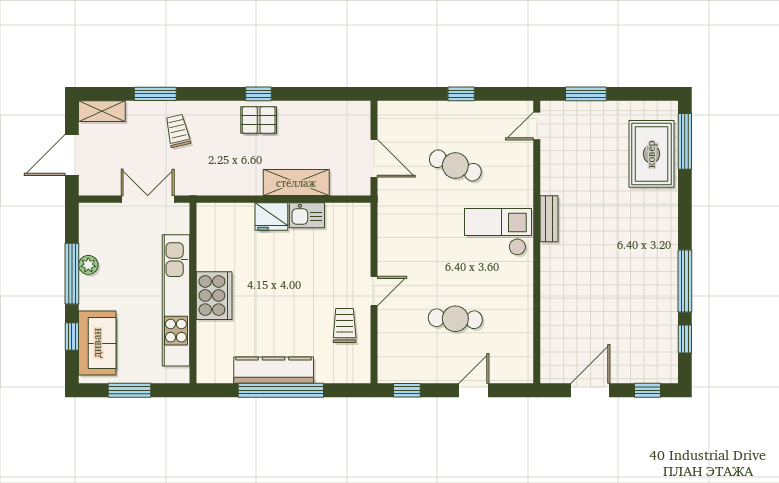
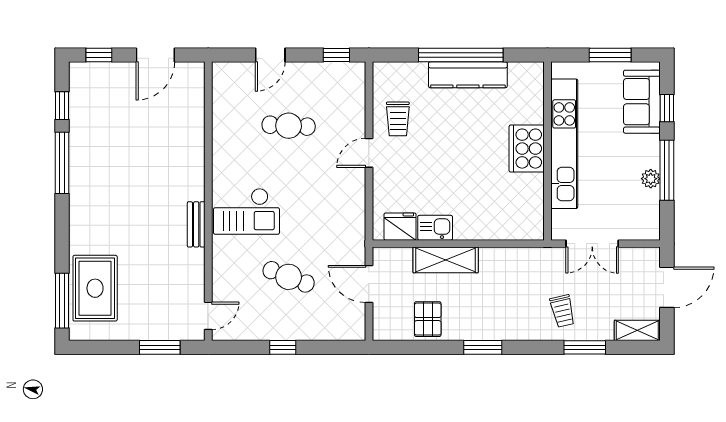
window: (259, 94) -> (483, 347), width x1.50
pallet: (259, 120) -> (428, 319), moved, turned 90
fridge: (271, 216) -> (400, 227), moved

